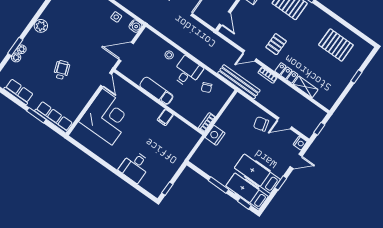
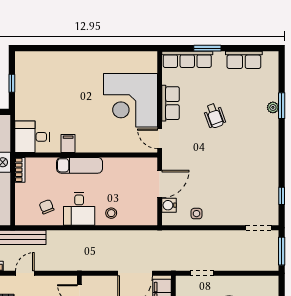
plant: (41, 26) -> (270, 147), removed
water cooler: (135, 26) -> (169, 205), moved
plant: (16, 57) -> (273, 94), removed
exam couch: (156, 91) -> (80, 165), moved
row of seats: (83, 97) -> (171, 103), added
desk: (135, 166) -> (32, 137), moved, turned -90
window: (167, 189) -> (12, 83), moved

